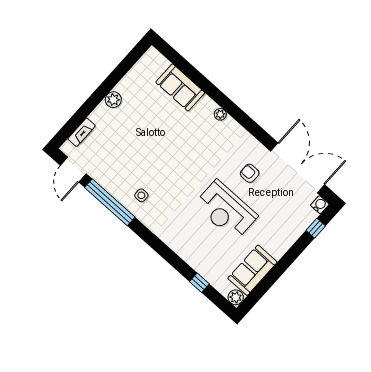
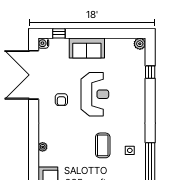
coffee table: (170, 174) -> (103, 145), added
sofa: (253, 270) -> (87, 48), moved

